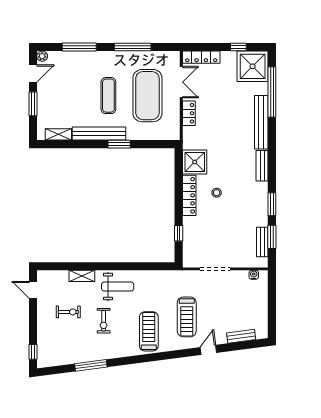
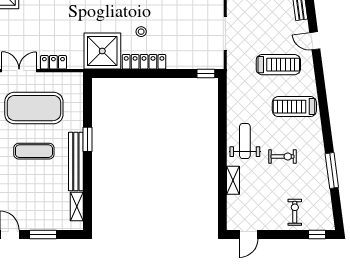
shower: (195, 162) -> (102, 51), width x1.37, depth x1.37
window: (179, 233) -> (206, 74), moved
exercise bike: (68, 312) -> (295, 212), moved

